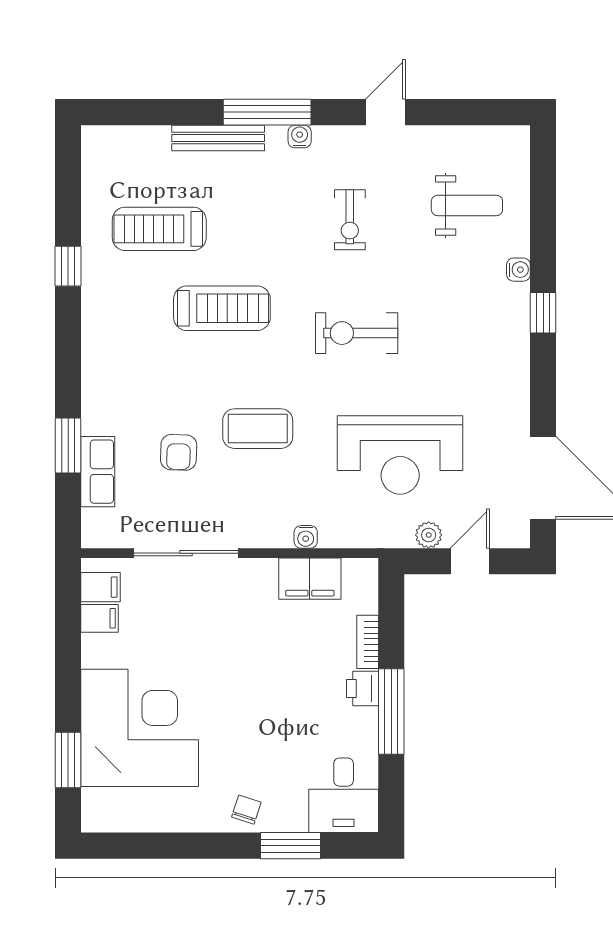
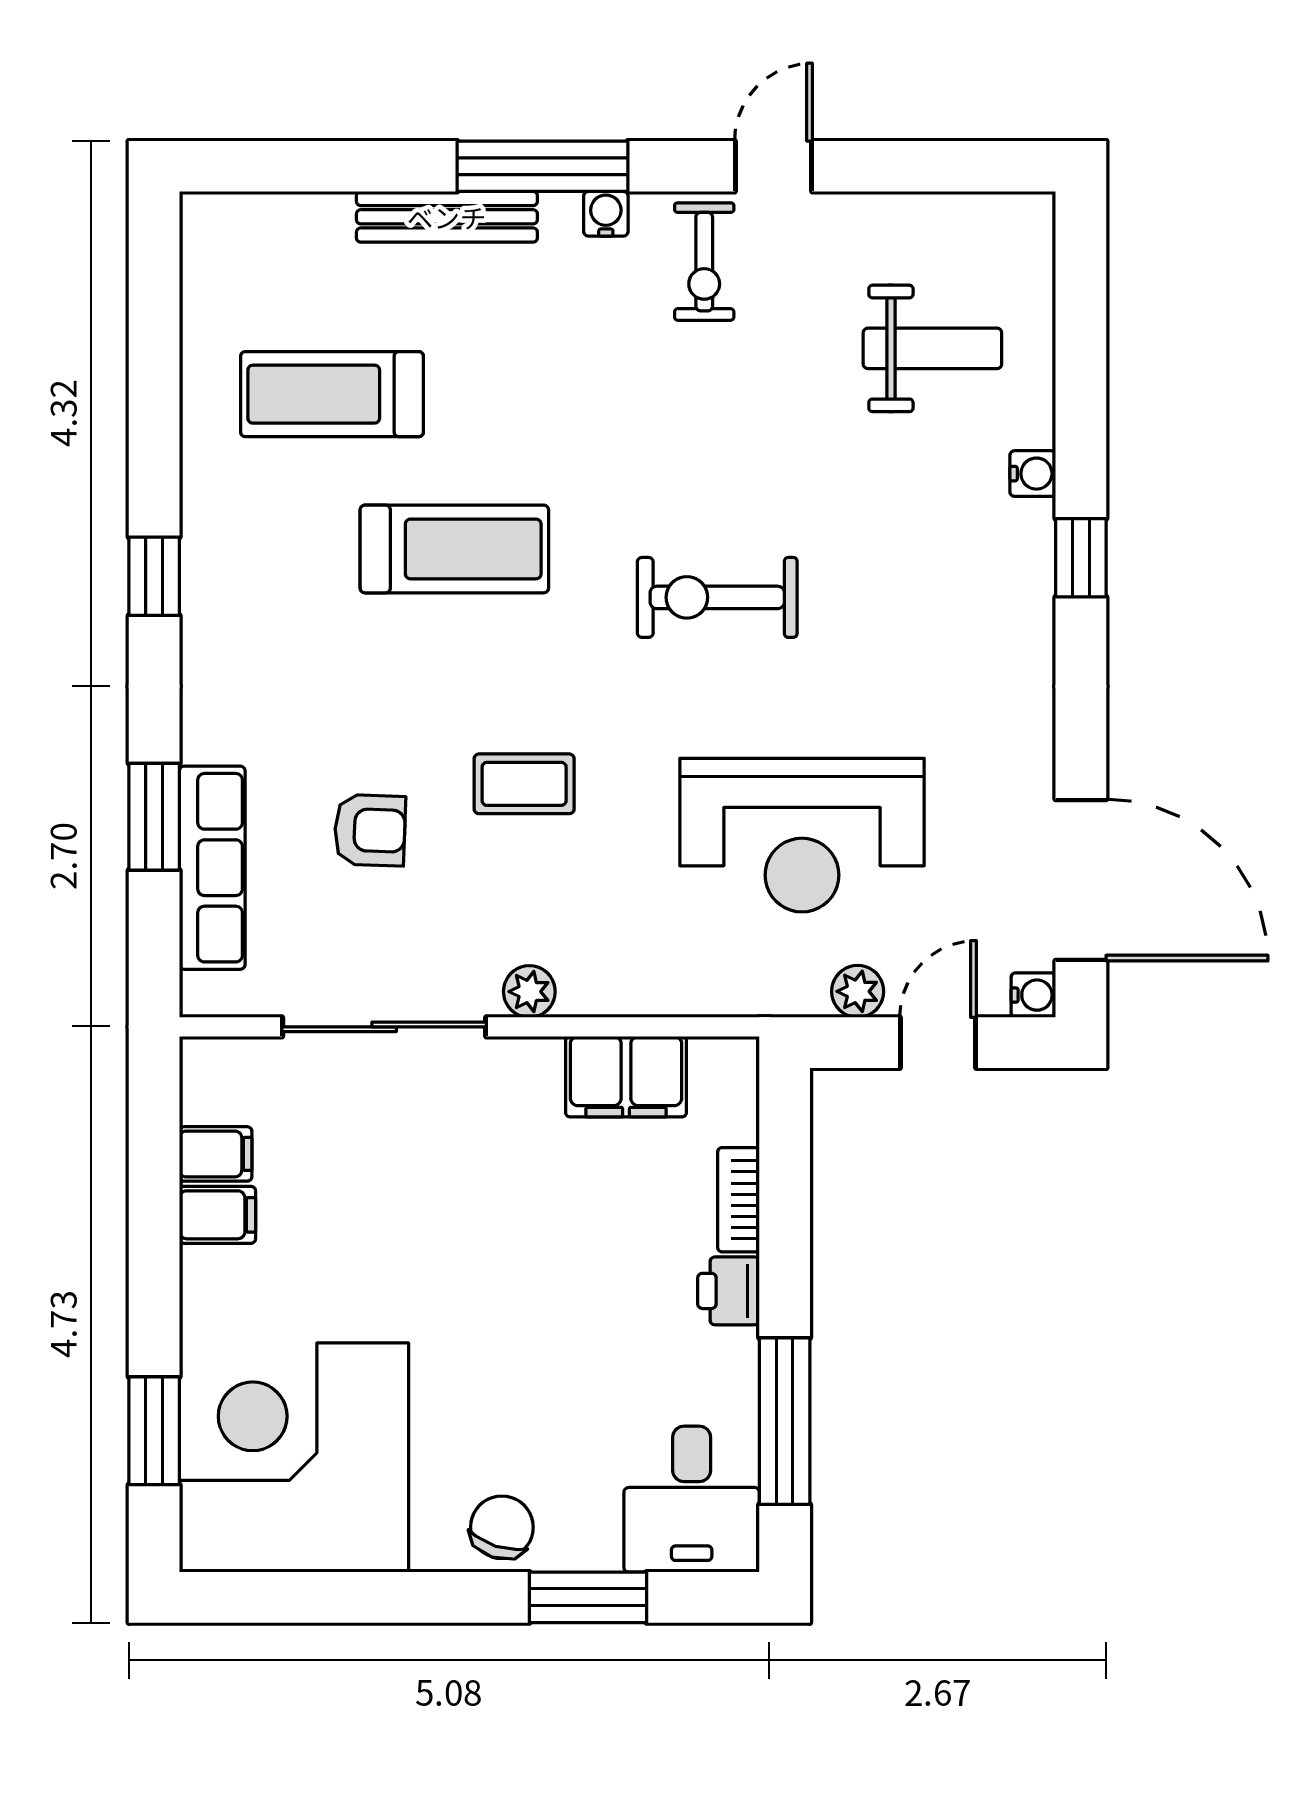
exercise bike: (350, 220) -> (704, 262), moved
window: (68, 266) -> (154, 576), moved
coffee table: (258, 429) -> (524, 784), width x0.73, depth x0.77
armchair: (179, 452) -> (370, 830), turned -90
row of seats: (98, 472) -> (212, 868), width x1.48
plant: (260, 535) -> (529, 992), added
water cooler: (306, 537) -> (1033, 995), moved, turned -90
filing cabinet: (101, 587) -> (217, 1215), moved
window: (391, 711) -> (785, 1421), moved
corner desk: (140, 728) -> (294, 1458), moved, turned -90
chair: (246, 810) -> (502, 1527), width x1.37, depth x1.37

